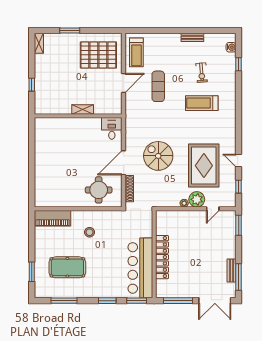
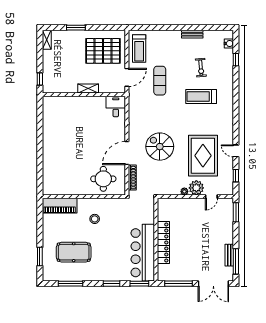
shelving: (83, 109) -> (88, 89), moved
wall: (78, 116) -> (84, 95), moved
desk: (112, 128) -> (116, 107), moved

